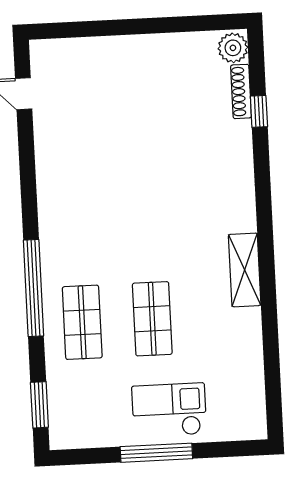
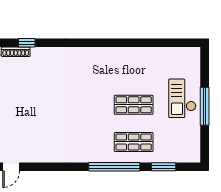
shelving: (245, 270) -> (110, 55), removed
window: (39, 405) -> (164, 167), moved

